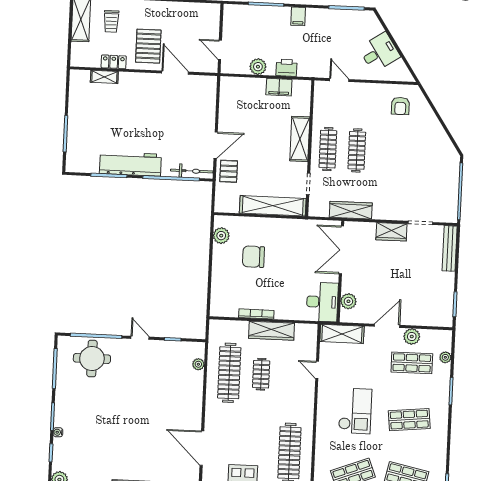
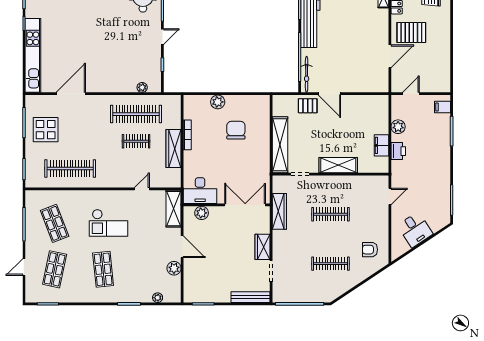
filing cabinet: (298, 16) -> (442, 107), moved
clothes rail: (328, 149) -> (330, 264), moved
plant: (221, 236) -> (218, 102), moved
shop shelf: (412, 363) -> (152, 269), removed

